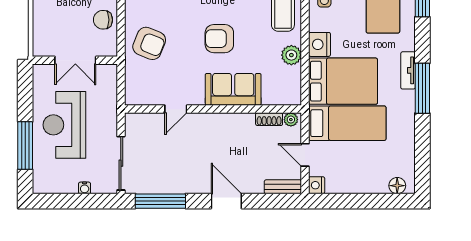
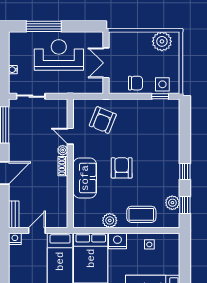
chair: (103, 20) -> (135, 83), turned 90
armchair: (149, 43) -> (103, 120), moved
shoe rack: (269, 119) -> (63, 166), moved
plant: (291, 120) -> (63, 150), moved
sliding door: (121, 163) -> (31, 96), width x0.73

